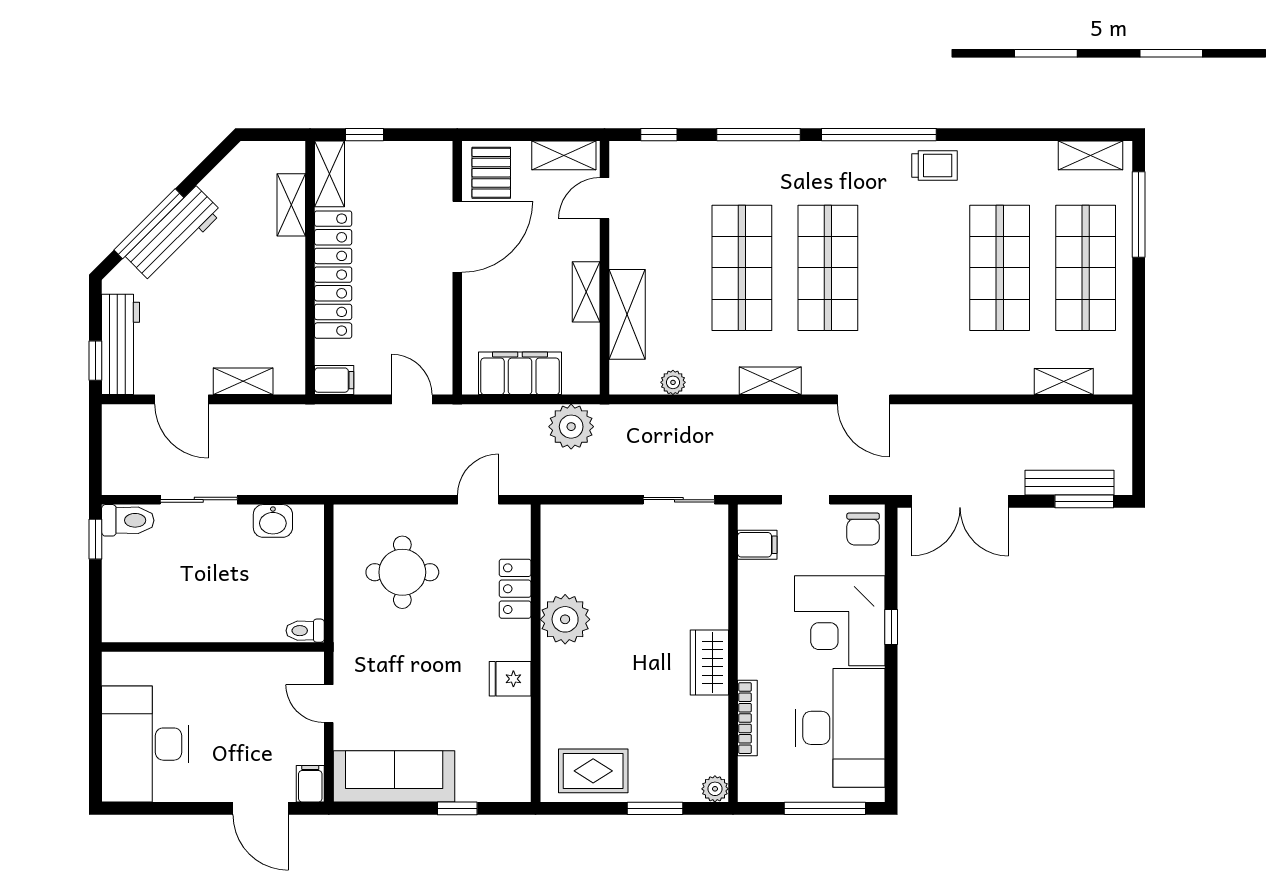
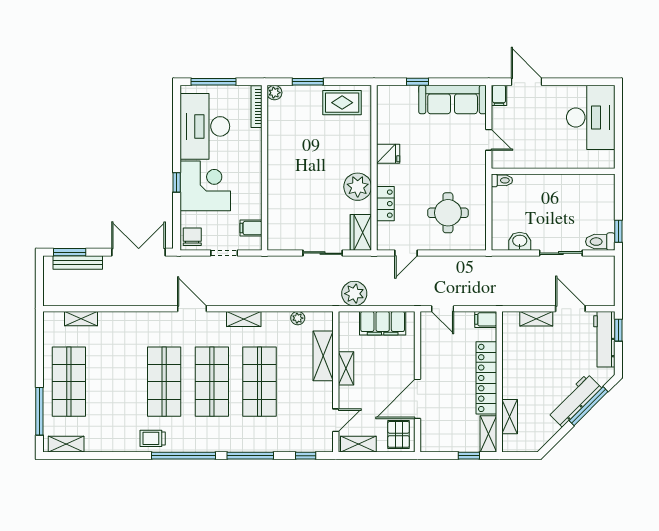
shop shelf: (1000, 268) -> (164, 382), moved
sliding door: (679, 500) -> (323, 253), moved
wardrobe: (709, 662) -> (361, 232), moved, turned 180
bookcase: (747, 718) -> (257, 107), moved

